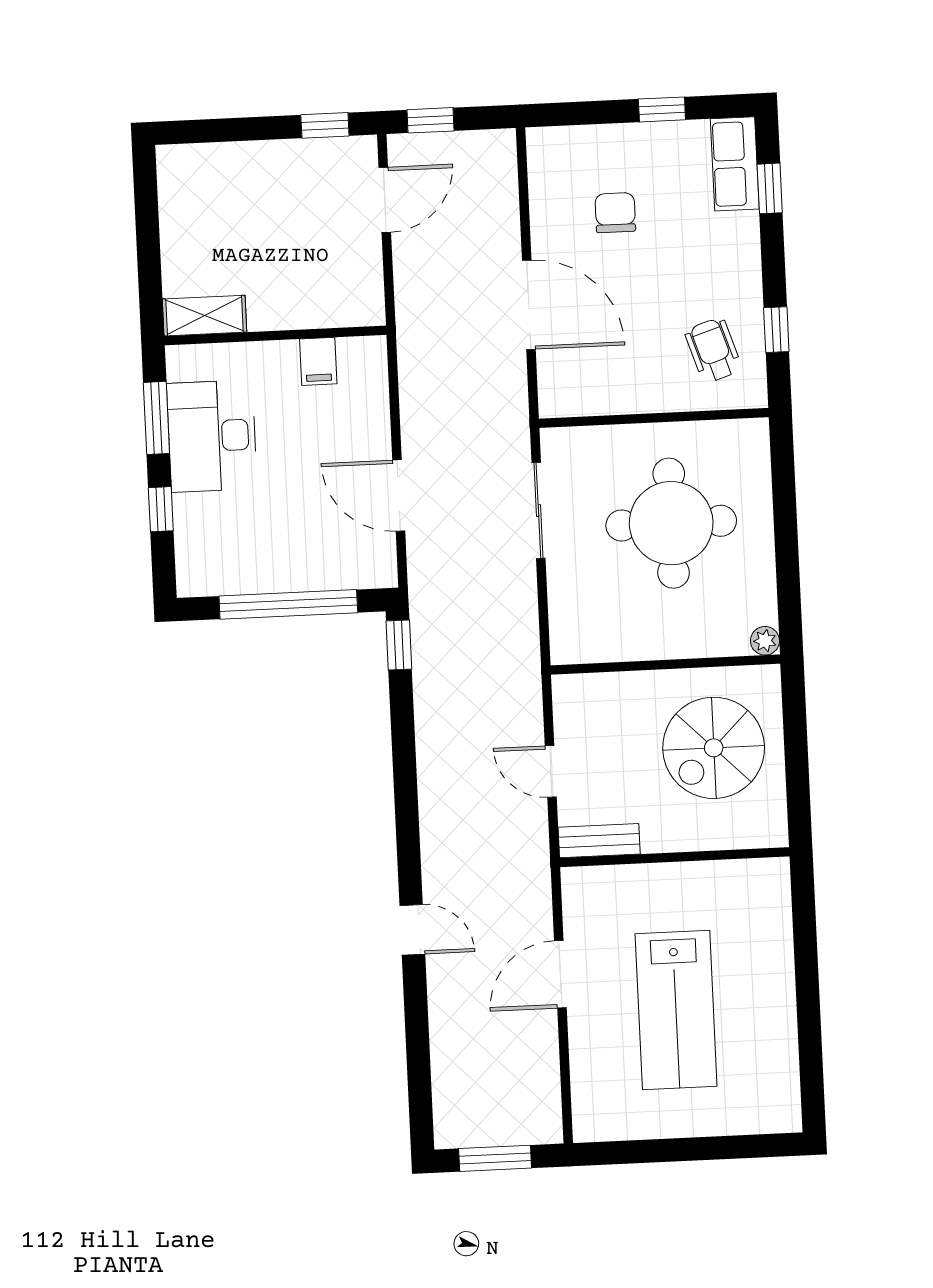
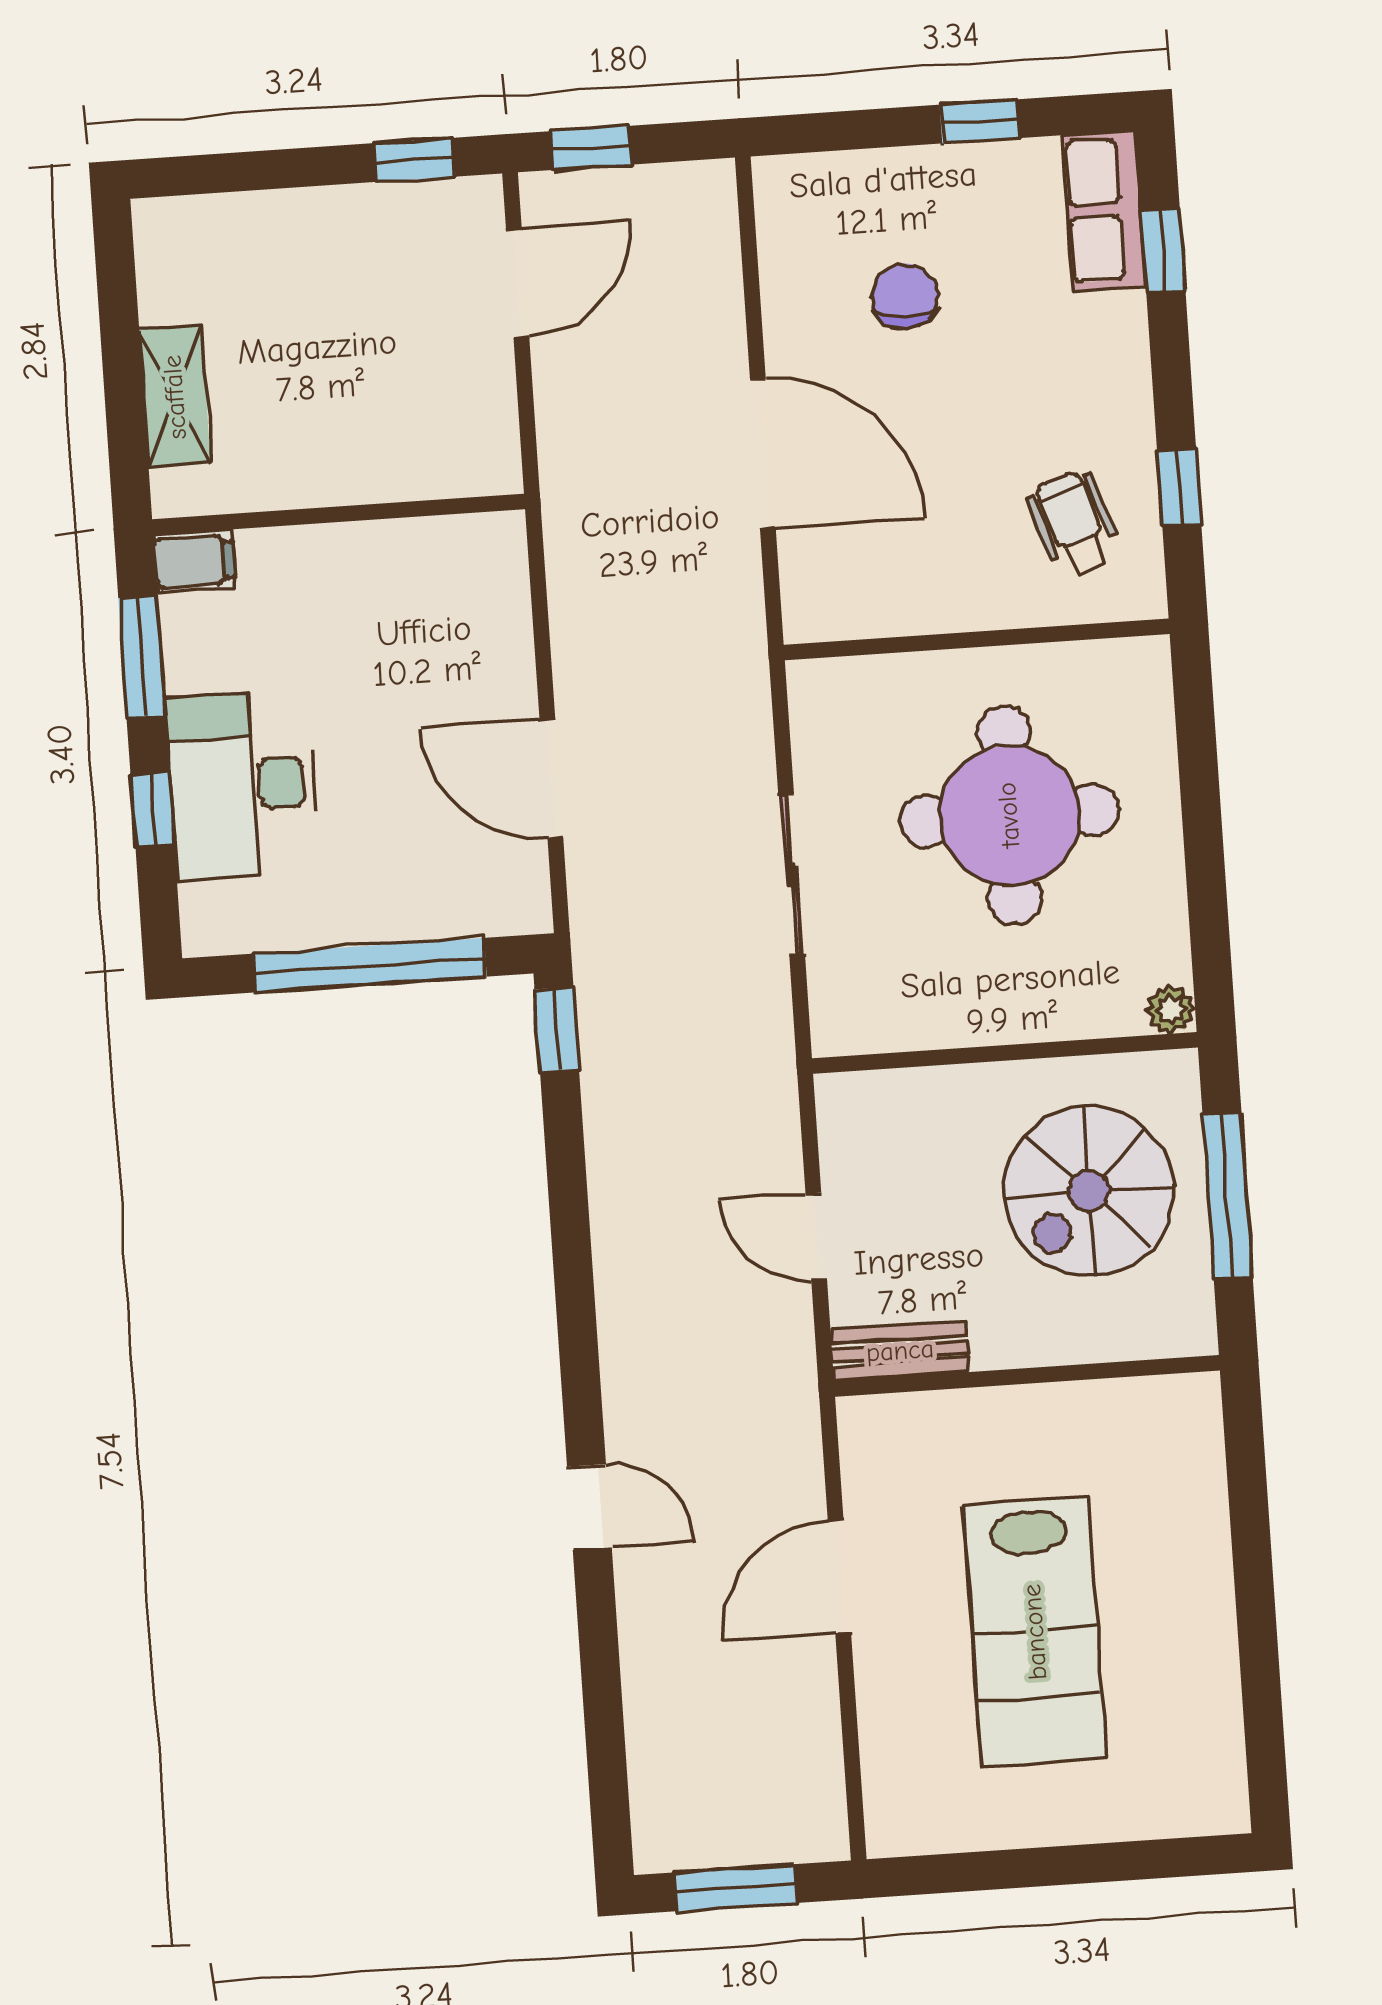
shelving: (205, 316) -> (175, 397), moved, turned 90
filing cabinet: (318, 361) -> (194, 561), moved, turned -90
desk: (212, 436) -> (243, 785), moved
sliding door: (538, 511) -> (792, 874), moved
window: (796, 753) -> (1228, 1196), added

